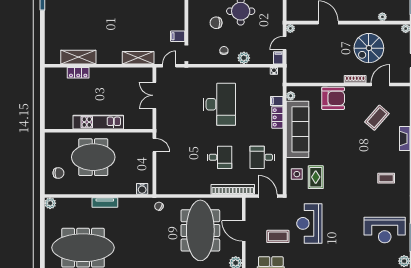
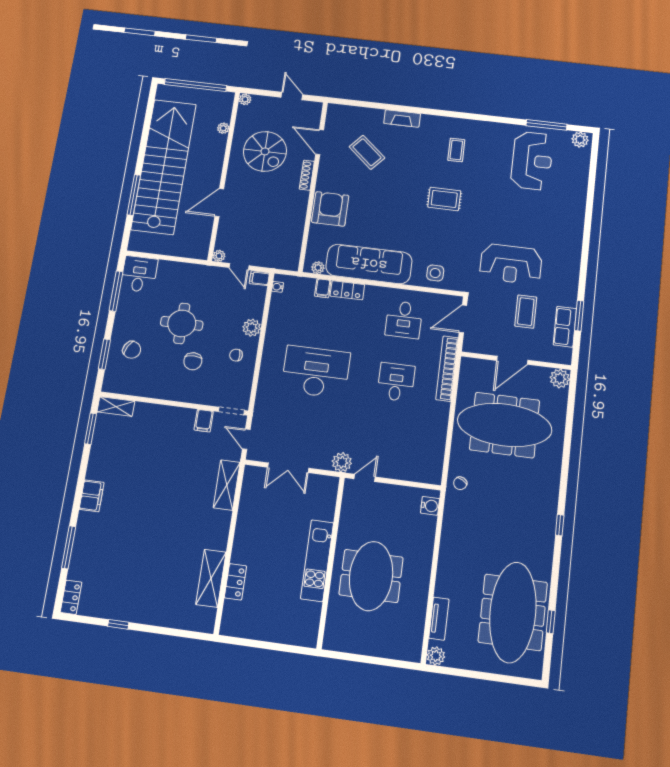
plant: (162, 129) -> (342, 462), added
chair: (58, 173) -> (389, 636), removed
rug: (316, 177) -> (444, 199), moved
tv unit: (105, 202) -> (439, 619), moved

